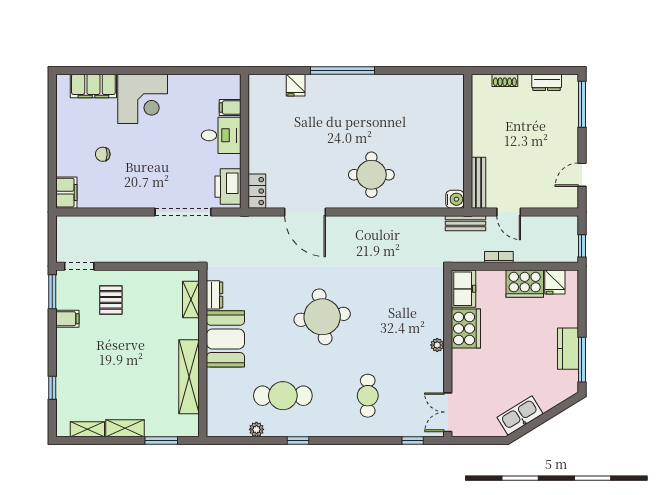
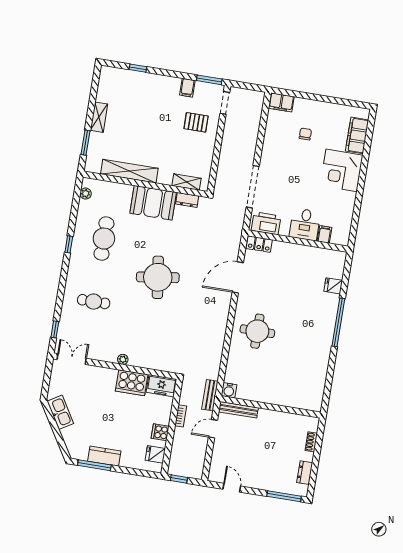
cooker: (525, 284) -> (160, 432), width x0.53, depth x0.76
shelving: (87, 429) -> (103, 89), removed
plant: (256, 429) -> (86, 194), moved

